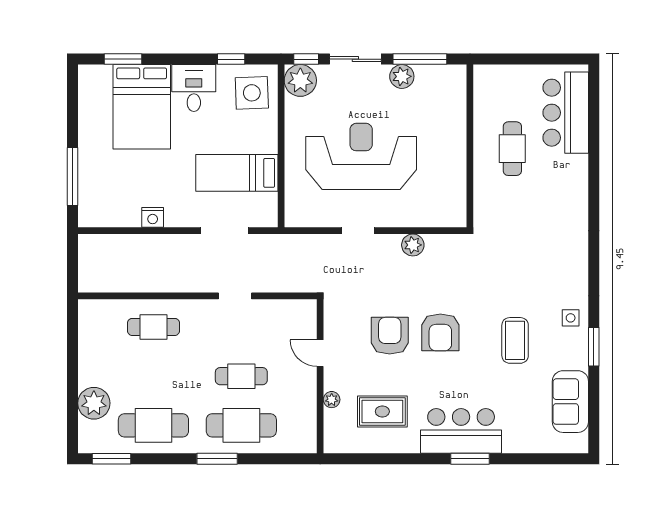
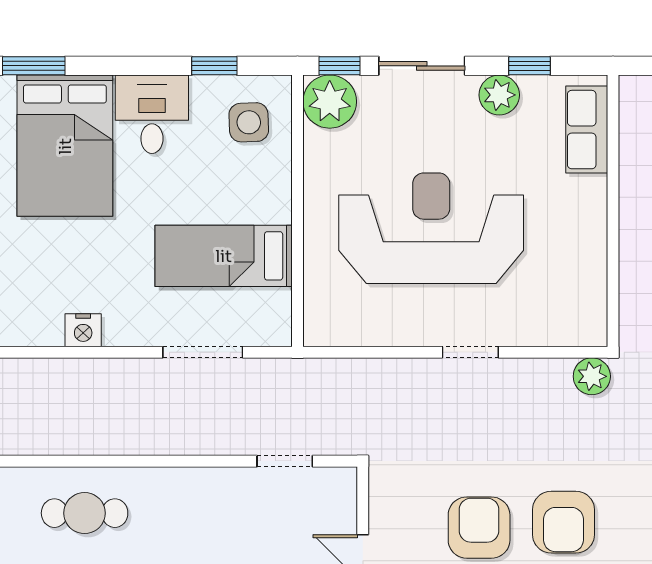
window: (420, 59) -> (529, 66), width x0.46
side table: (252, 93) -> (249, 122), width x0.73, depth x0.73
row of seats: (454, 97) -> (587, 130), added
doorway: (358, 231) -> (470, 352), moved
plant: (413, 245) -> (592, 376), moved
doorway: (235, 296) -> (285, 461), moved

